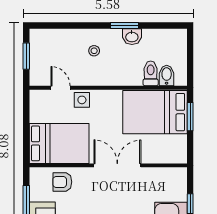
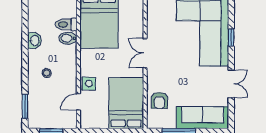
window: (124, 26) -> (25, 106), moved
bidet: (167, 75) -> (68, 38), moved
double door: (117, 165) -> (145, 53), width x0.73

